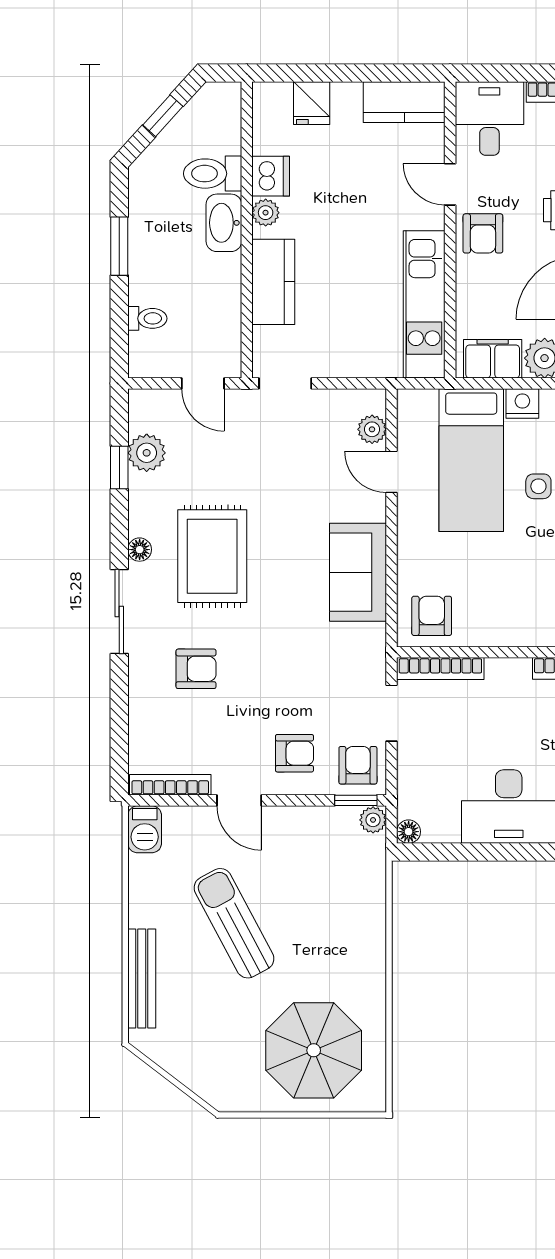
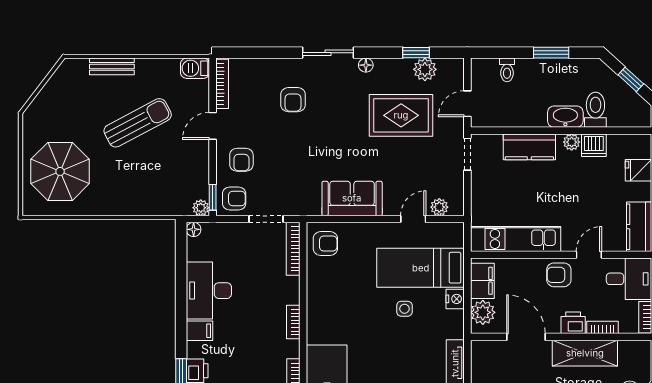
rug: (212, 556) -> (401, 115), moved
bench: (142, 978) -> (112, 66), width x0.73

